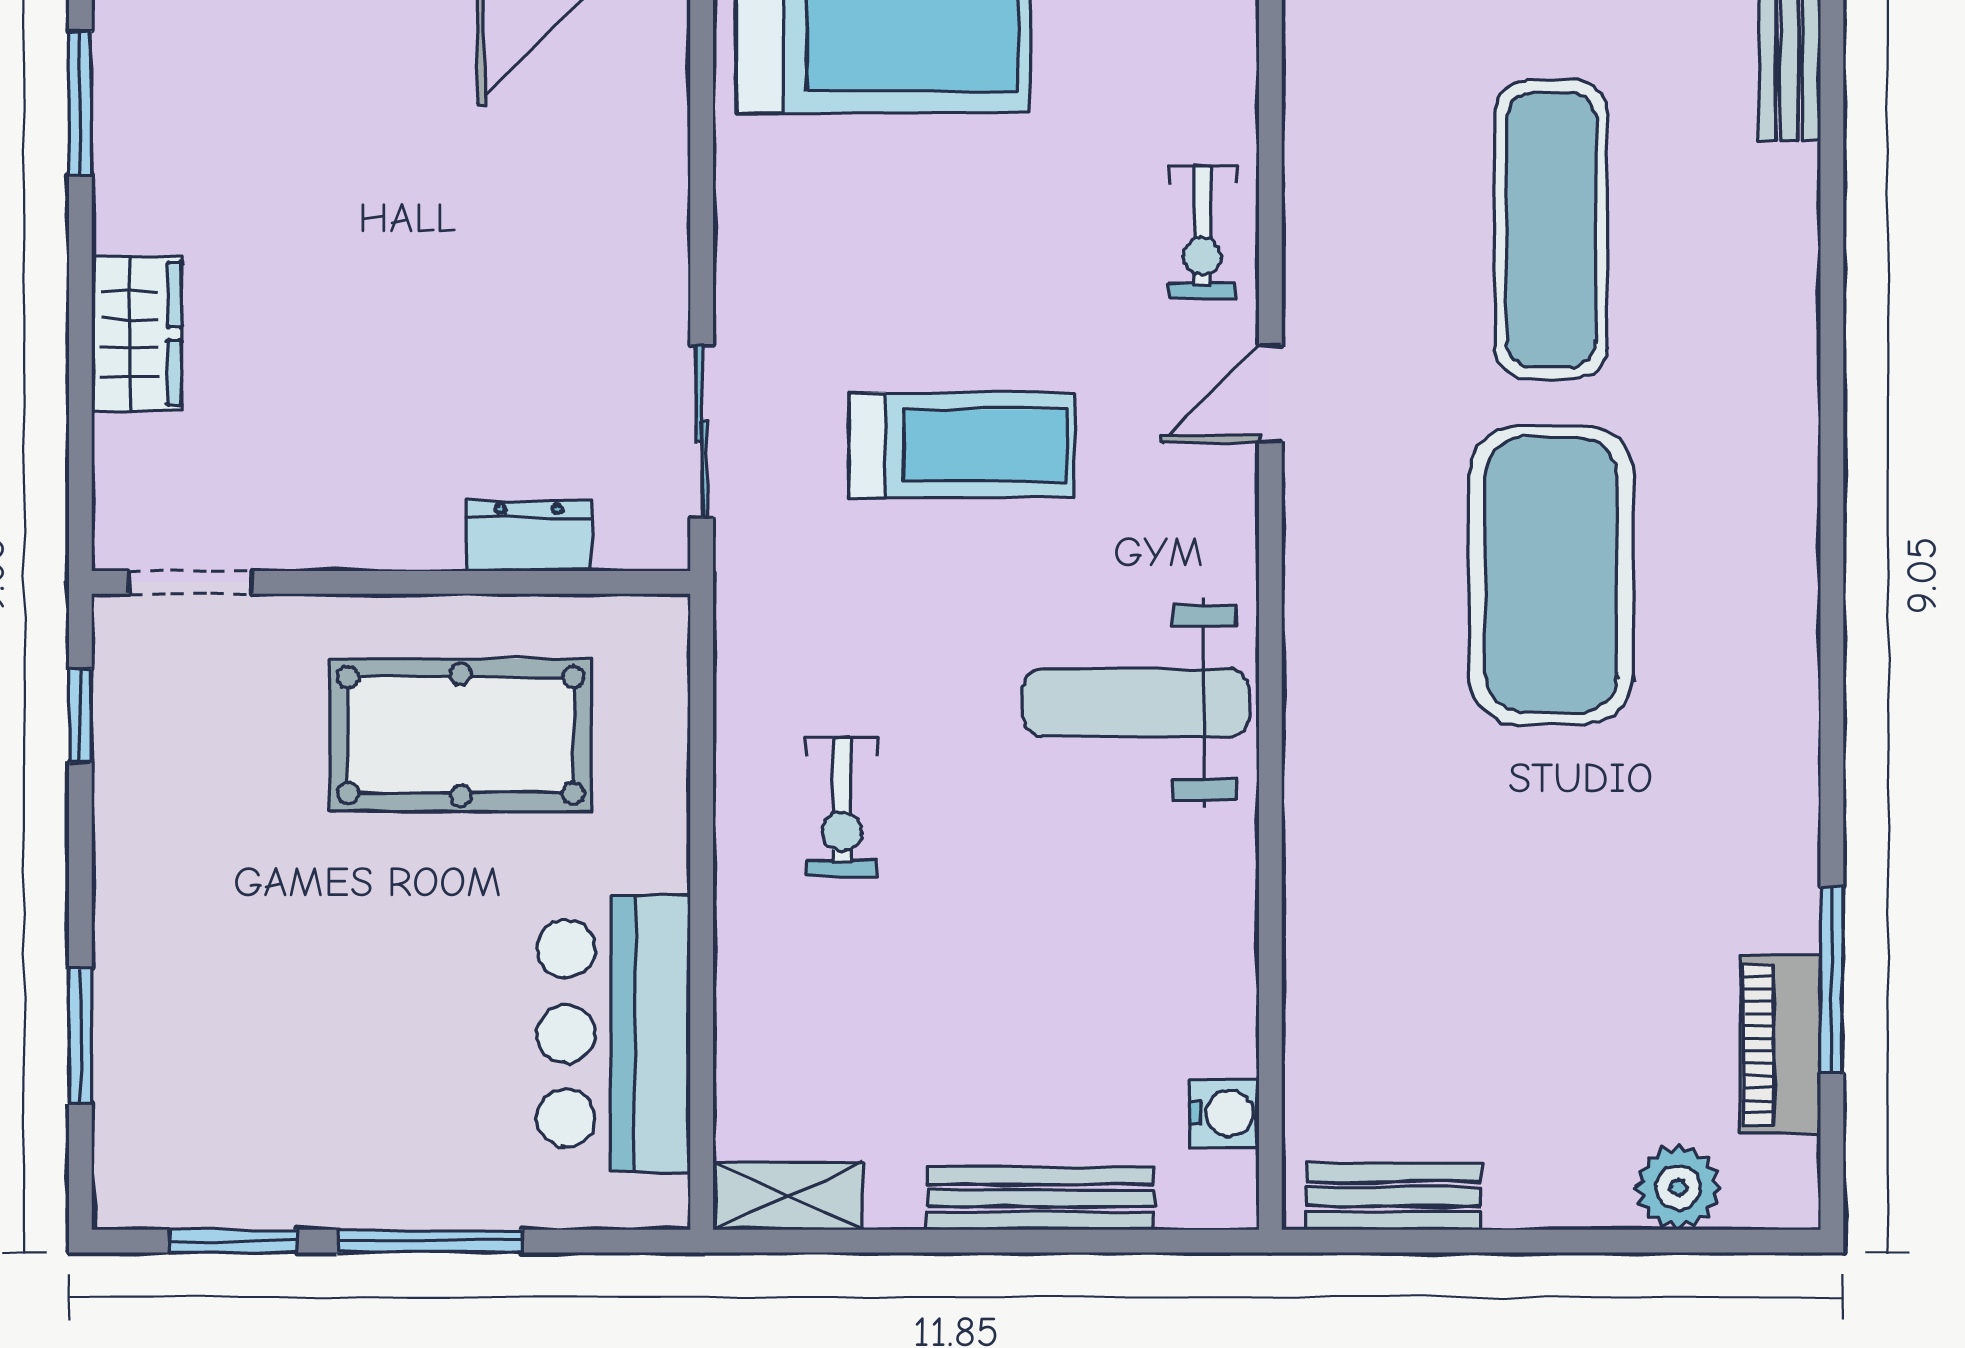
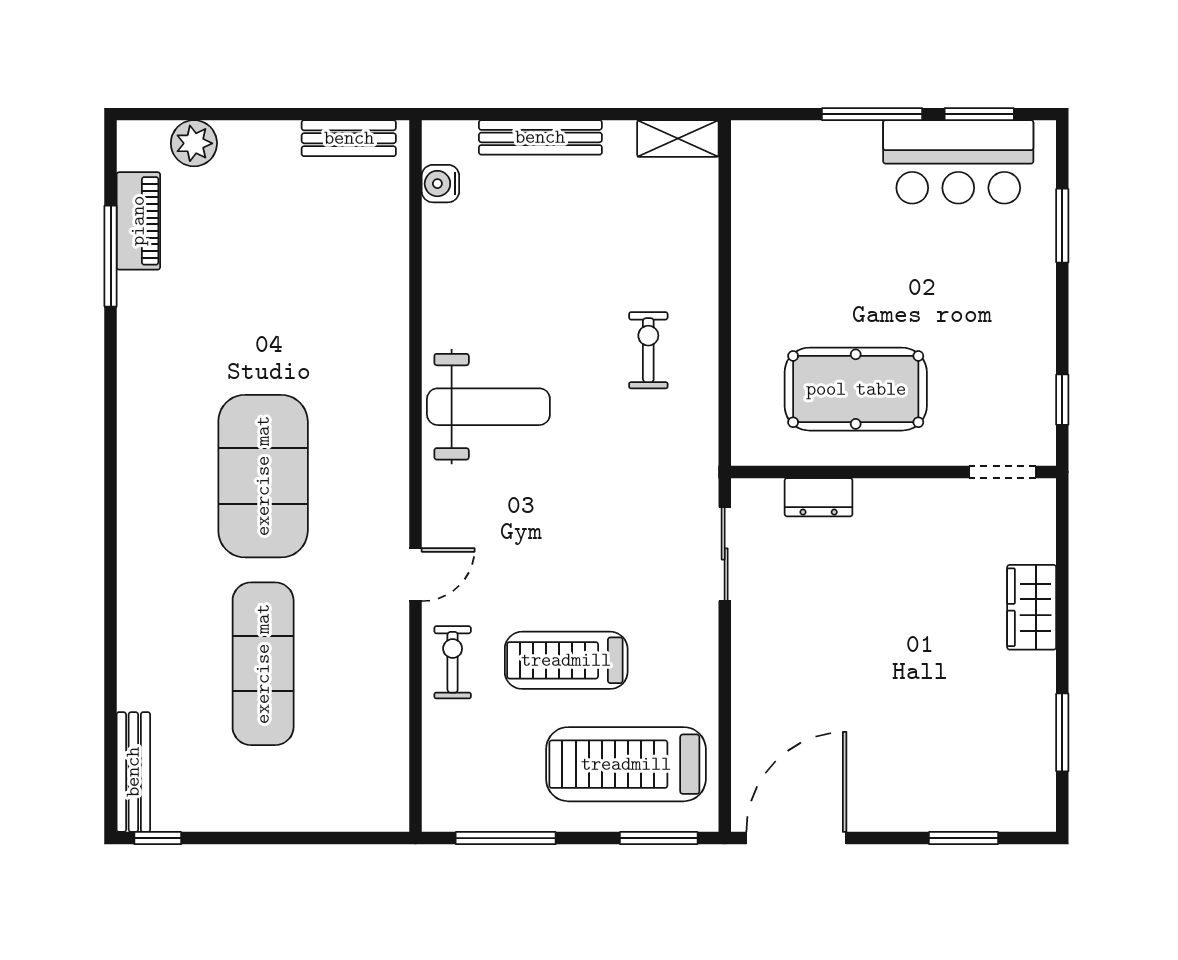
treadmill: (962, 445) -> (566, 660), moved
bar counter: (614, 1033) -> (958, 162), moved, turned 90

